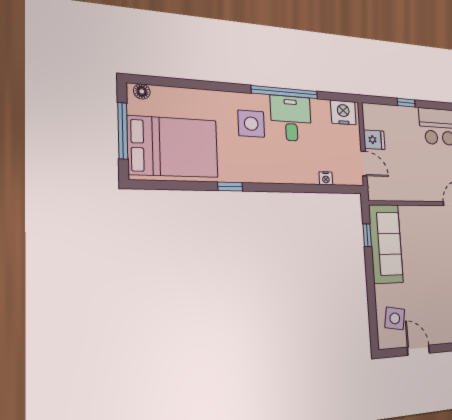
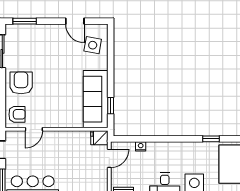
fridge: (374, 140) -> (99, 138), moved
door: (364, 163) -> (109, 158), swing flipped

